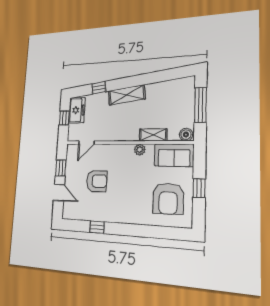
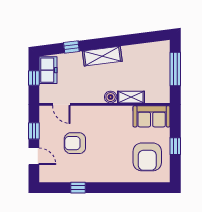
boiler: (186, 135) -> (111, 97), moved
door: (86, 143) -> (61, 104), hinge flipped
plant: (140, 150) -> (118, 111), removed
armchair: (97, 181) -> (75, 143), turned 180

